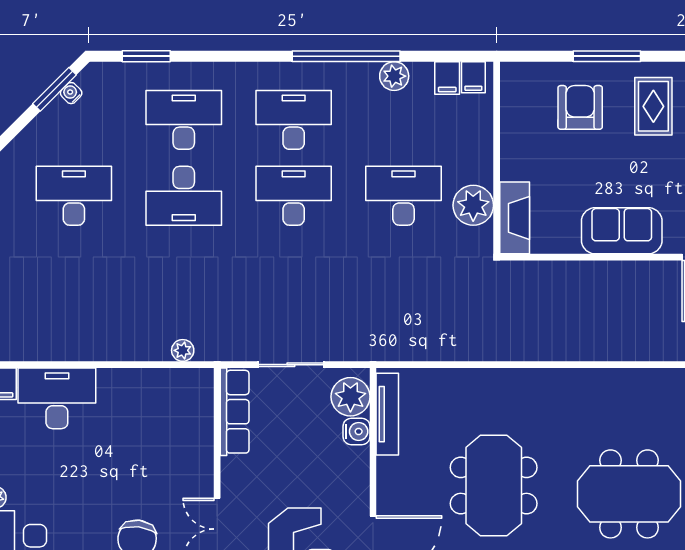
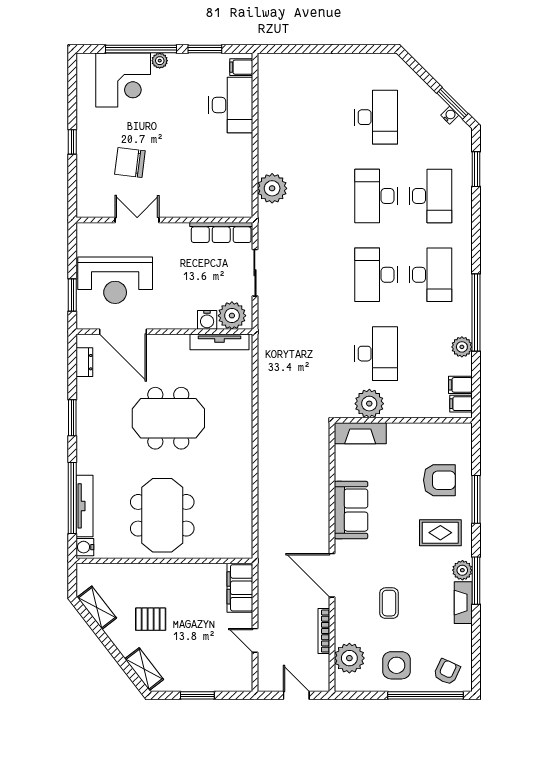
desk: (294, 196) -> (376, 275), turned 180
plant: (183, 350) -> (272, 188), width x1.87, depth x1.87

